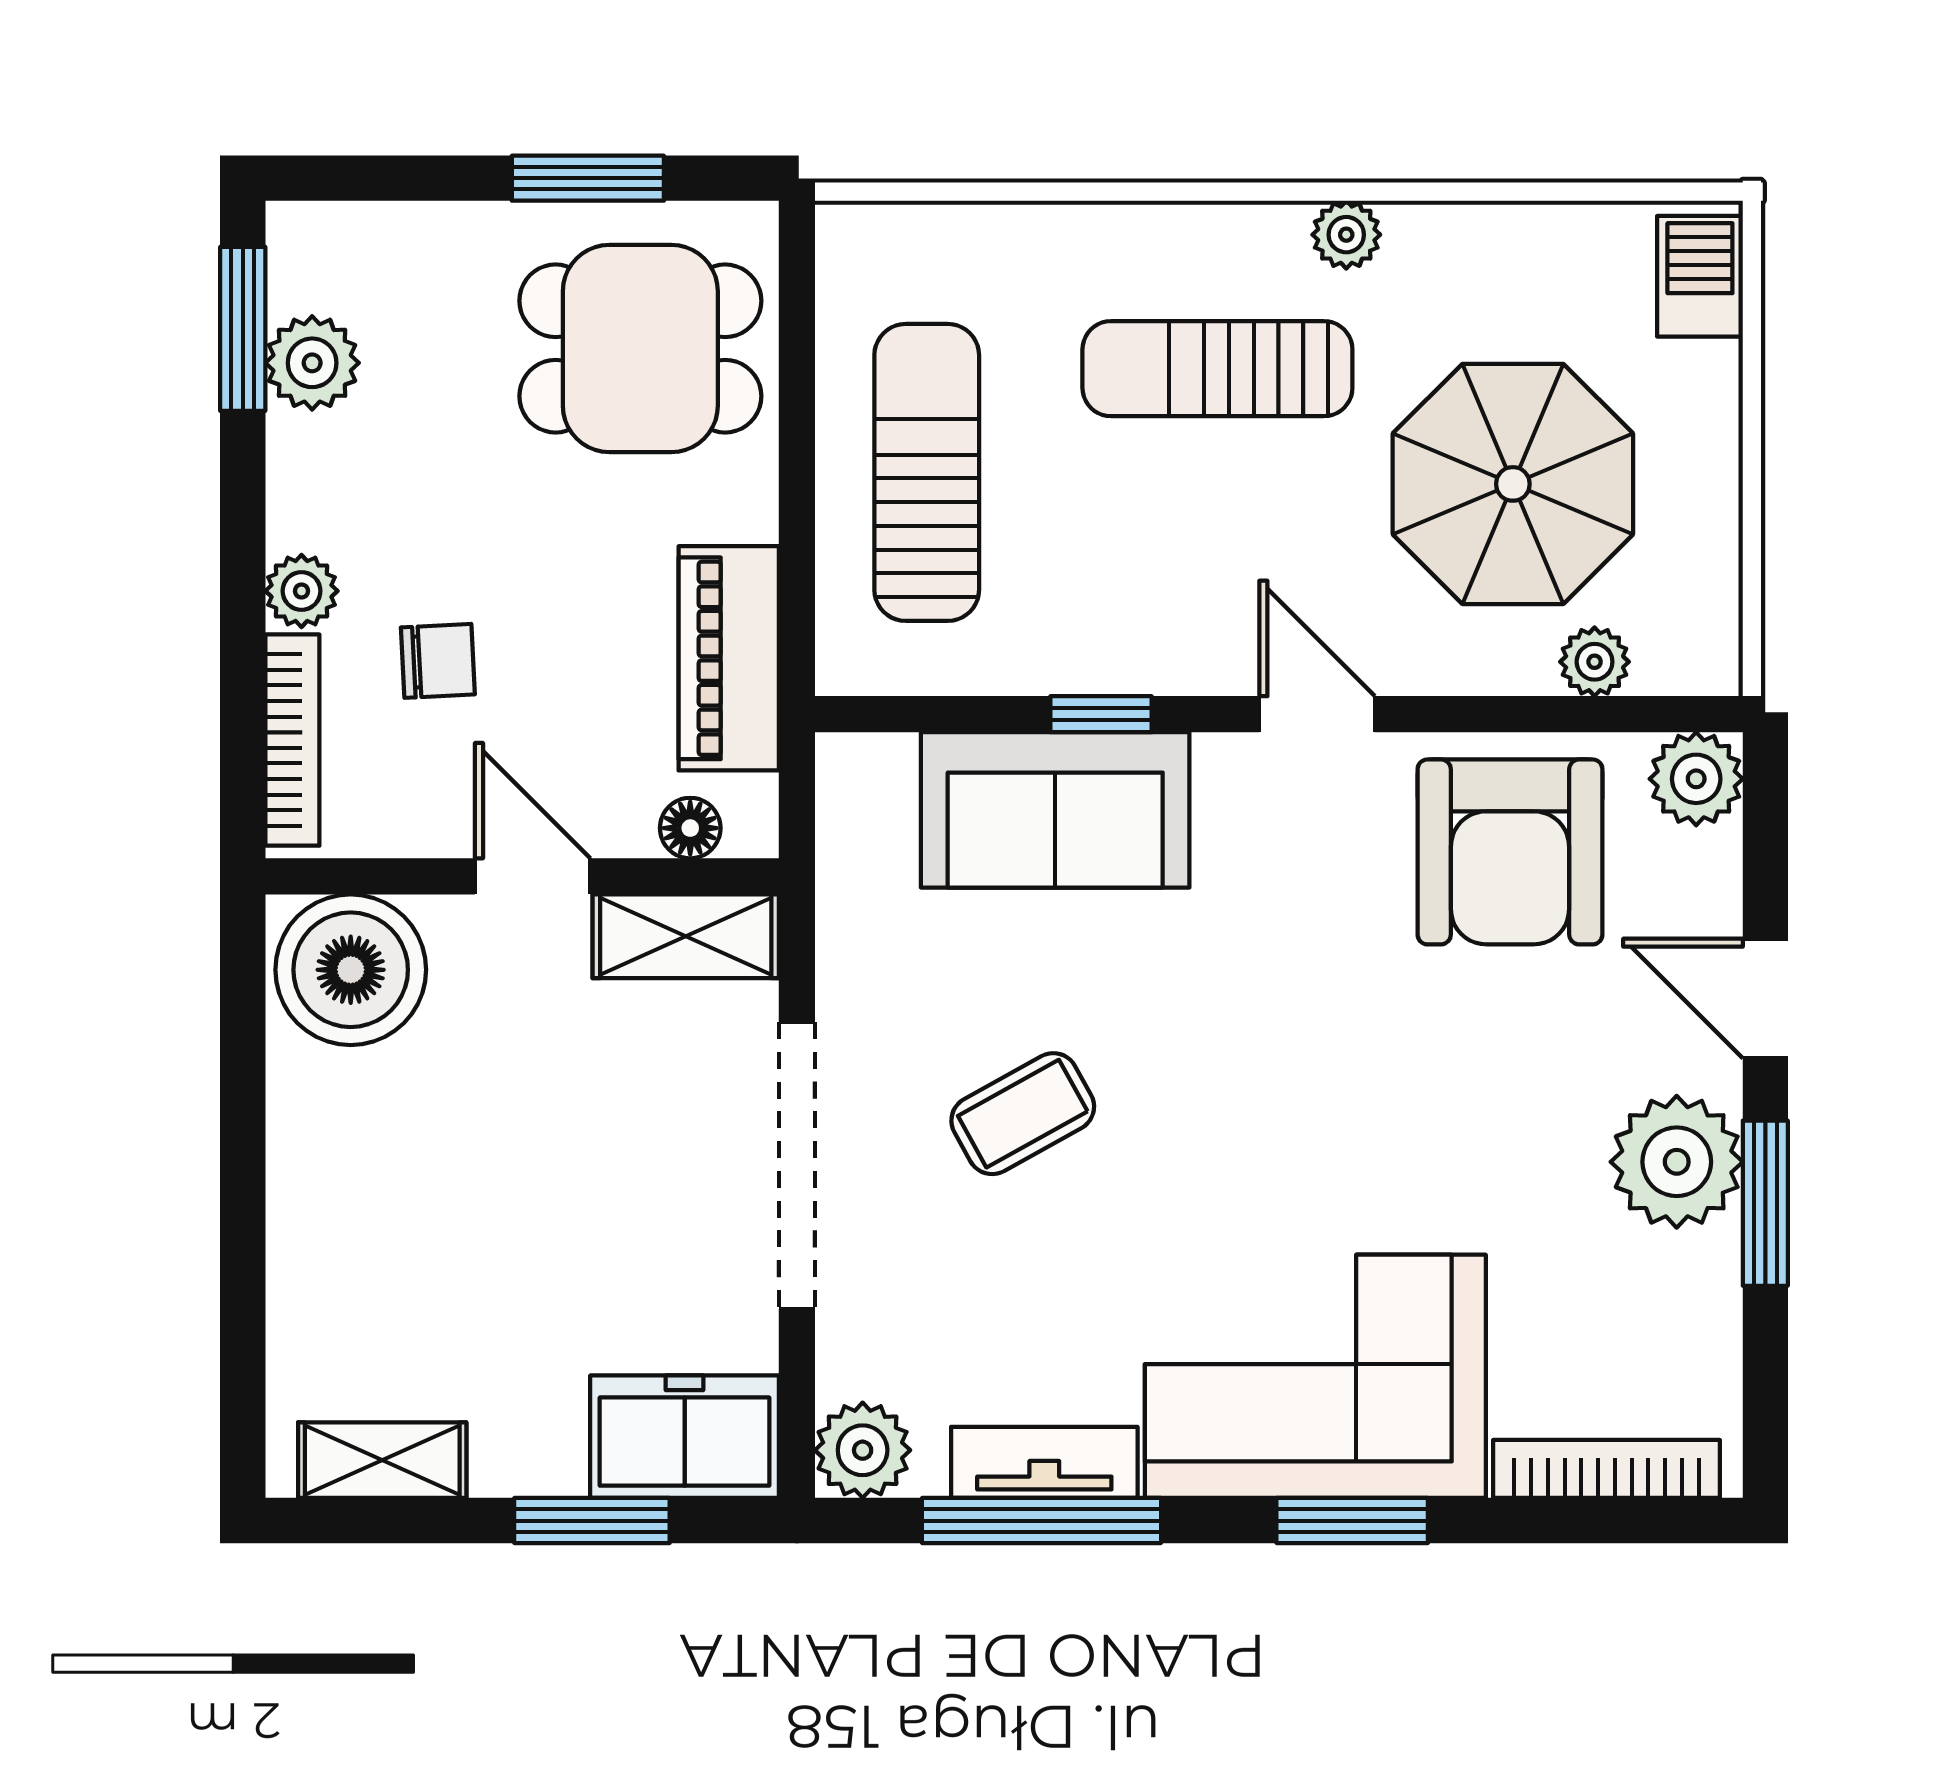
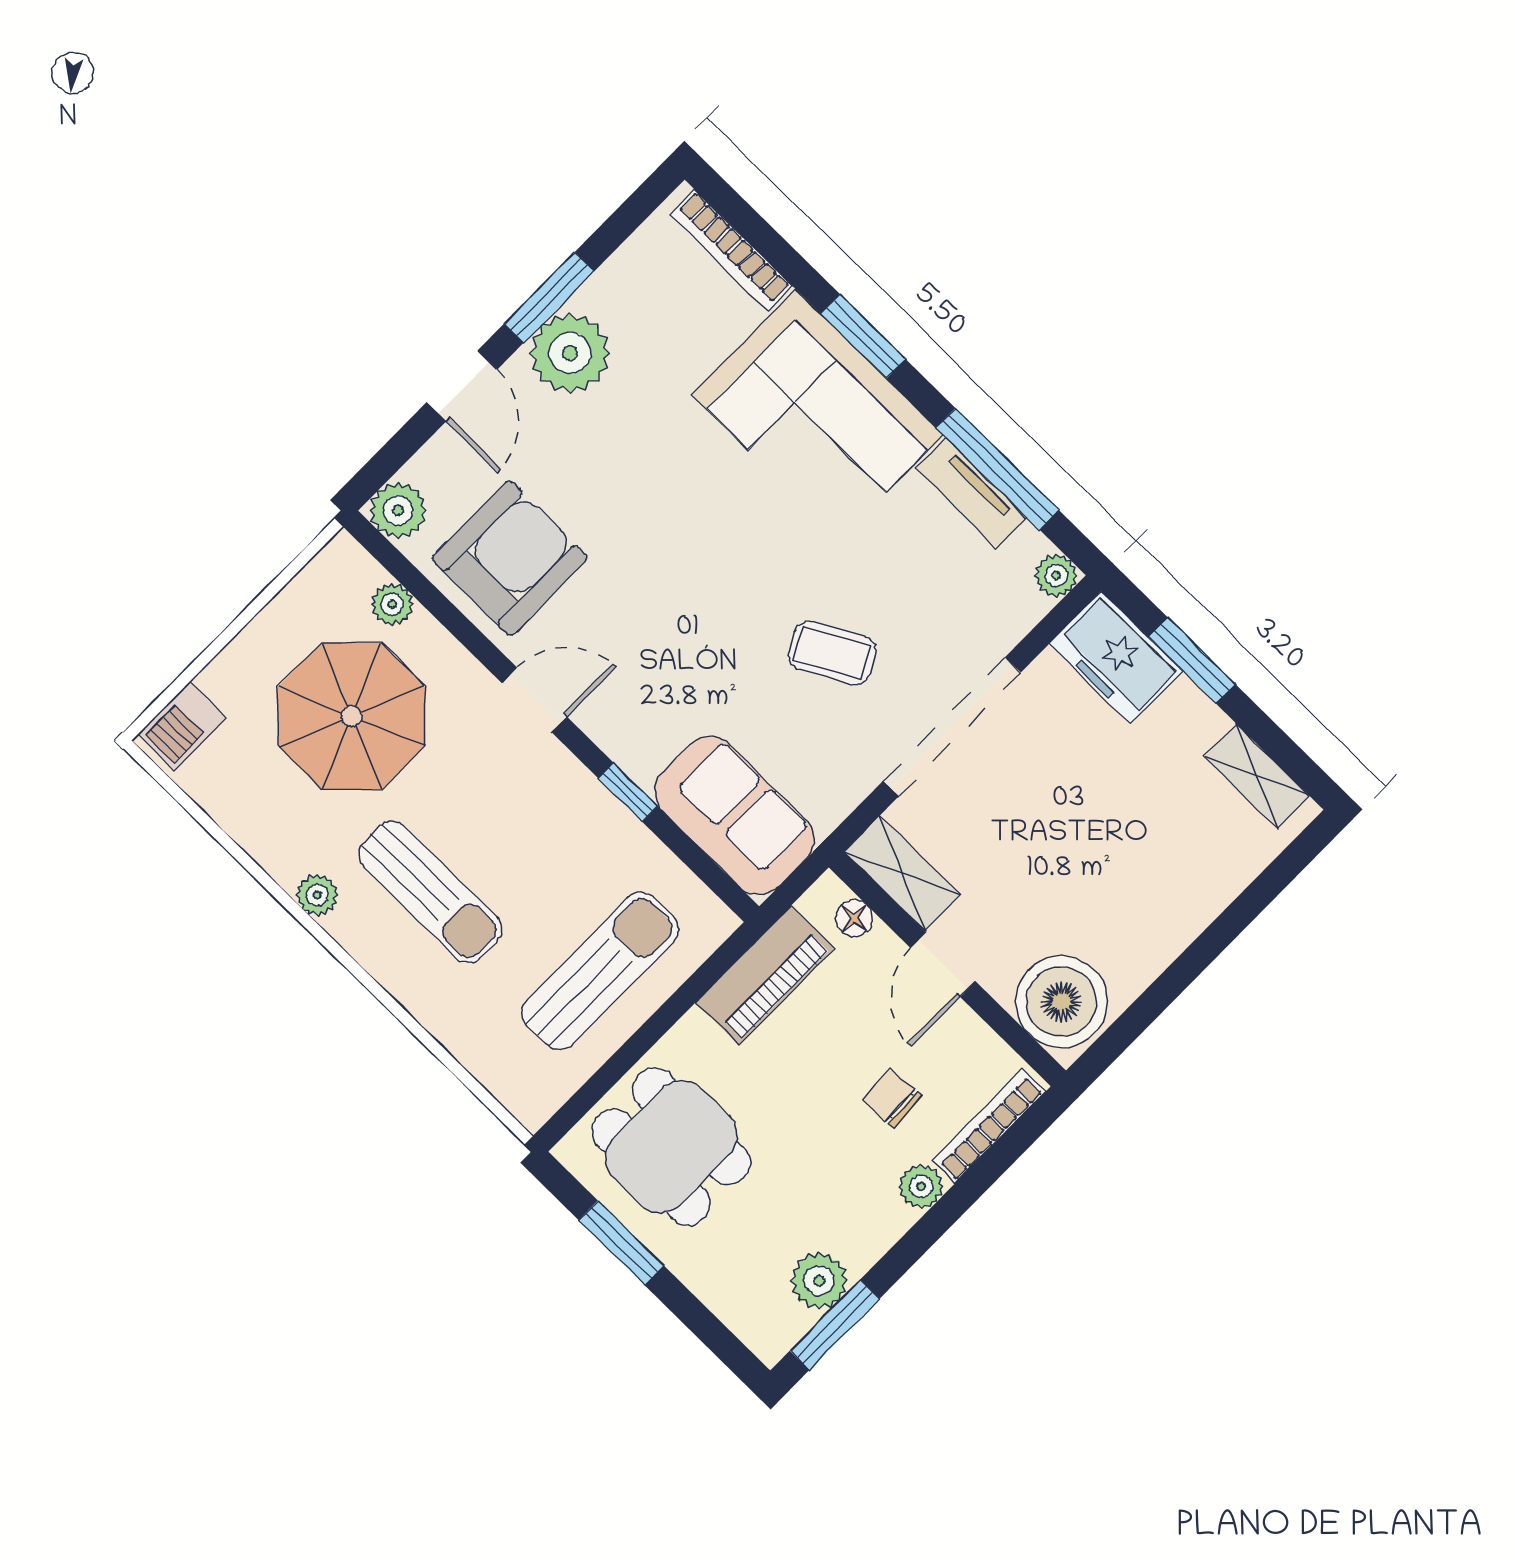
sun lounger: (927, 472) -> (600, 971), turned 180
door: (1317, 714) -> (534, 700), swing flipped
sofa: (1055, 810) -> (734, 816), moved
plant: (863, 1450) -> (1056, 575), width x0.73, depth x0.73

